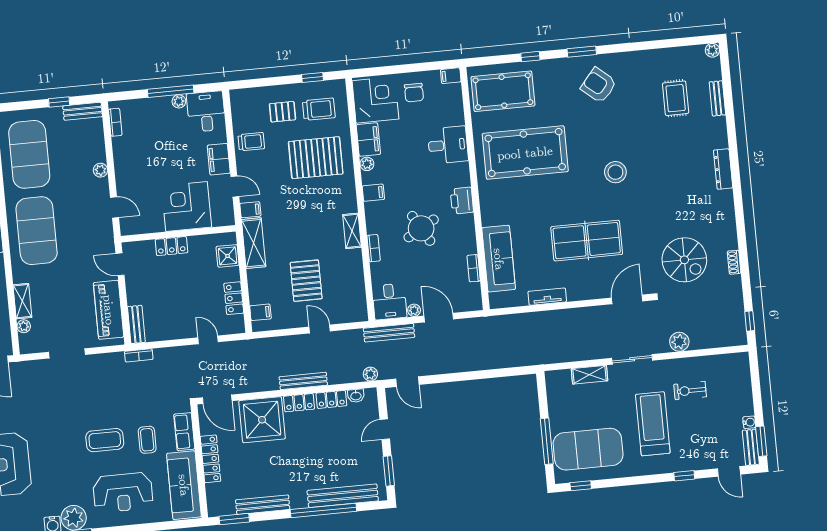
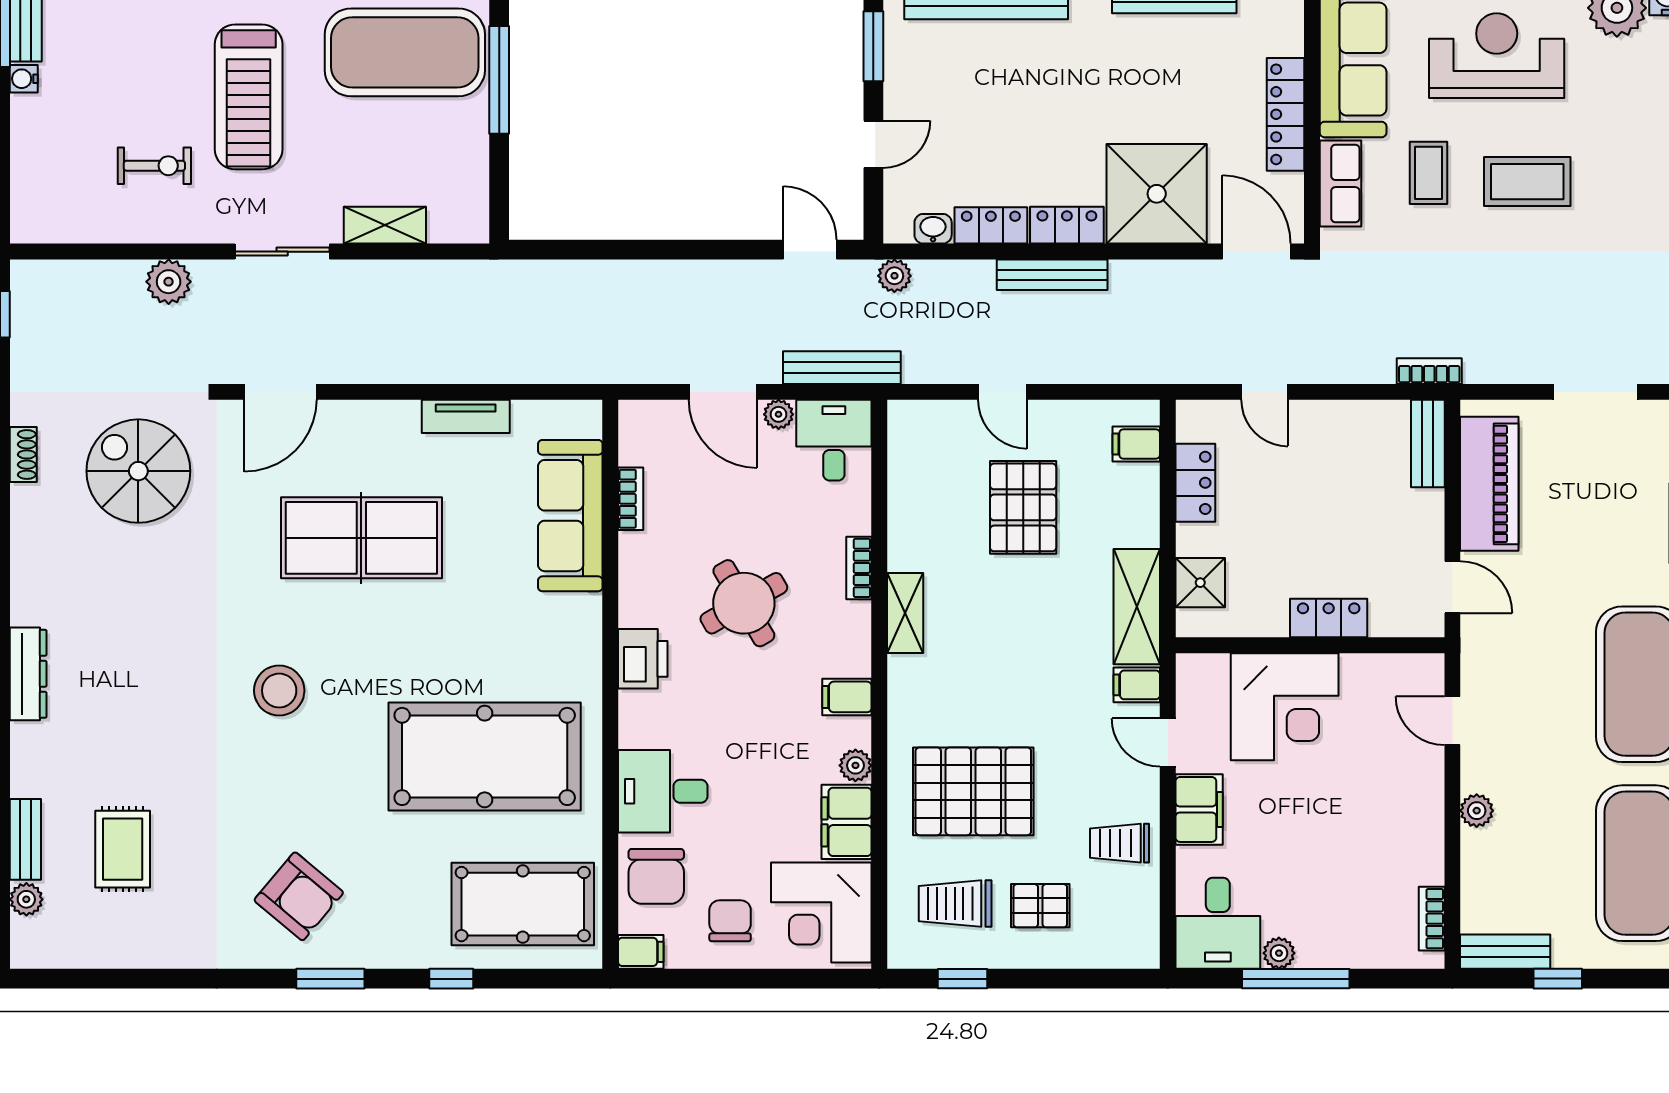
plant: (712, 50) -> (26, 899), moved
chair: (447, 108) -> (656, 876), added

